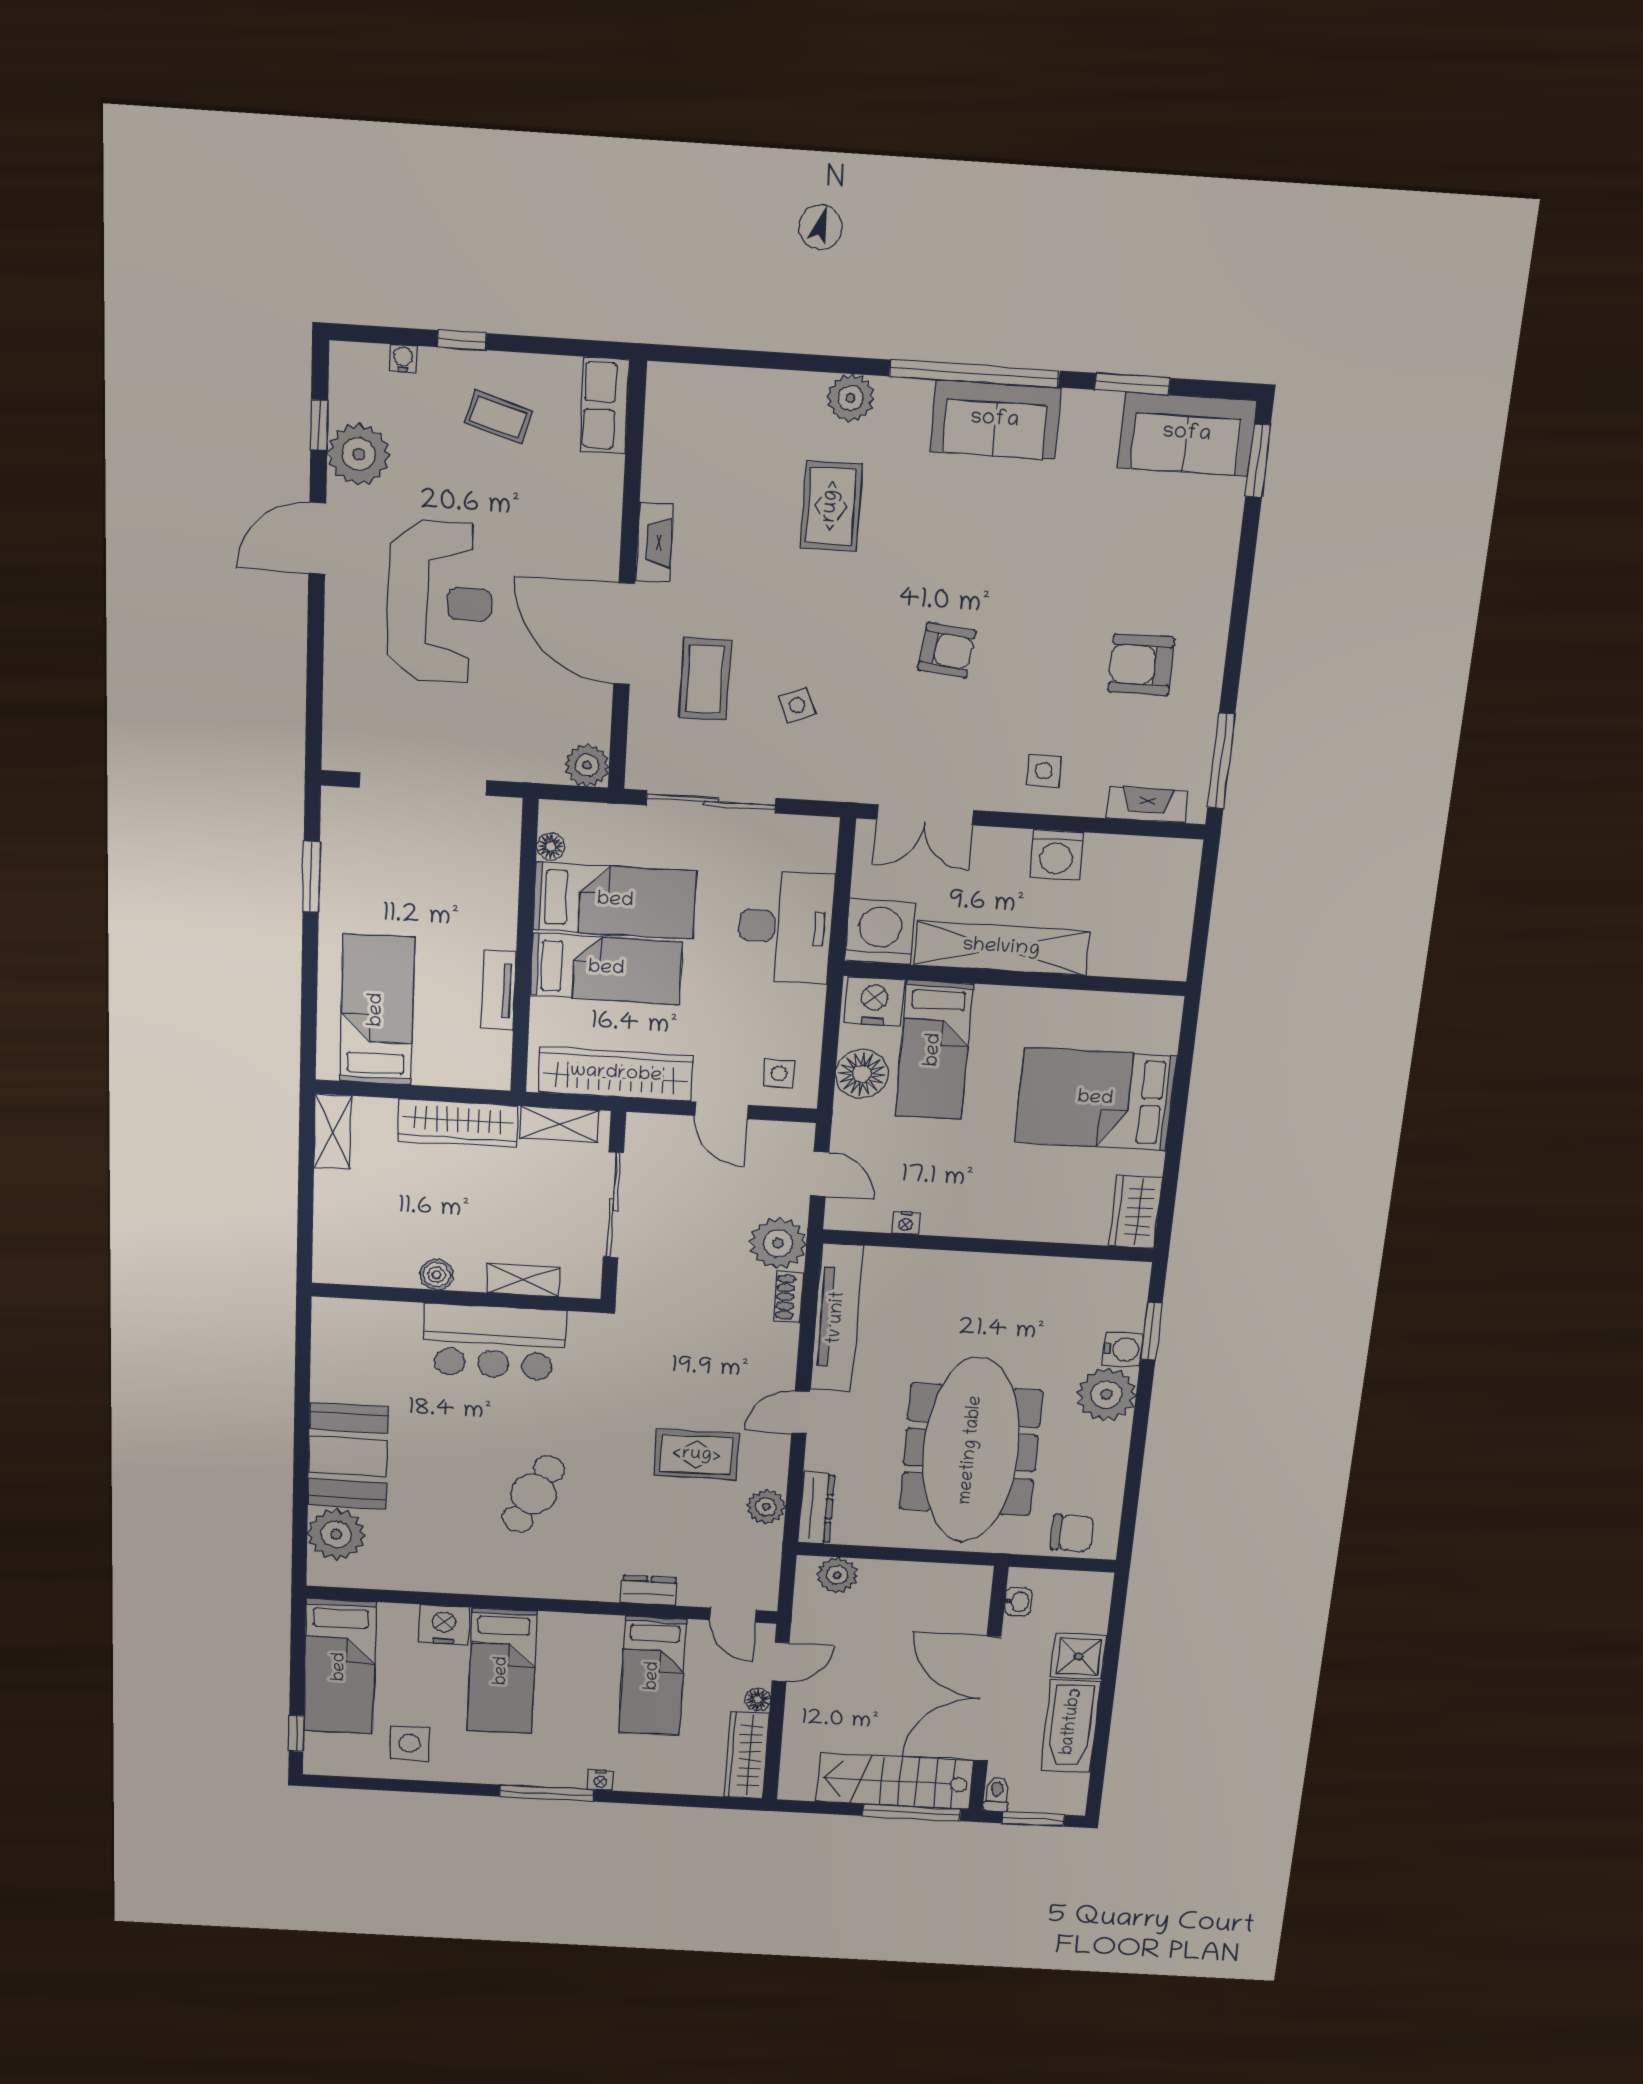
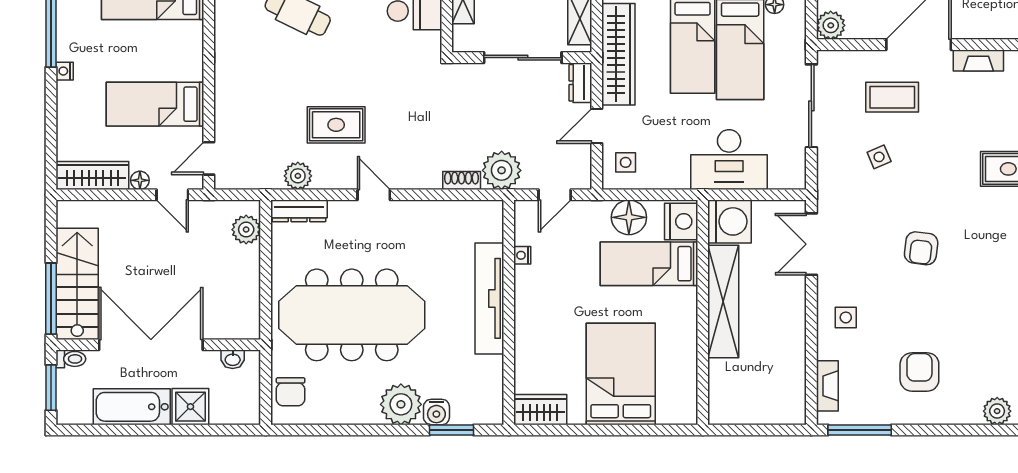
plant: (1217, 548) -> (997, 411), added
washing machine: (1056, 854) -> (790, 331), removed
tv unit: (837, 1318) -> (489, 298), moved, turned 90
rug: (697, 1455) -> (336, 125), turned 90
dresser: (649, 1590) -> (580, 83), moved, turned 180

